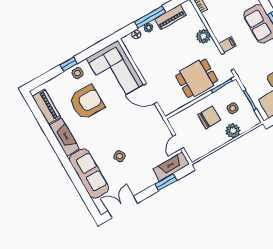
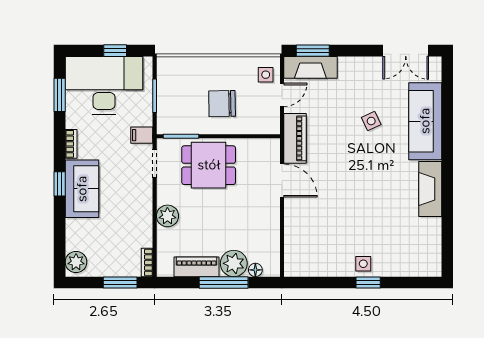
plant: (149, 28) -> (234, 263), width x1.88, depth x1.88
filing cabinet: (227, 45) -> (142, 135), moved
corner sofa: (115, 71) -> (312, 237), removed
armchair: (87, 102) -> (374, 218), removed
piano: (46, 107) -> (295, 138), moved, turned 180
side table: (233, 108) -> (266, 75), moved
plant: (233, 131) -> (201, 68), removed
window: (166, 182) -> (313, 51), moved

